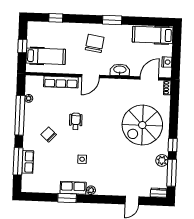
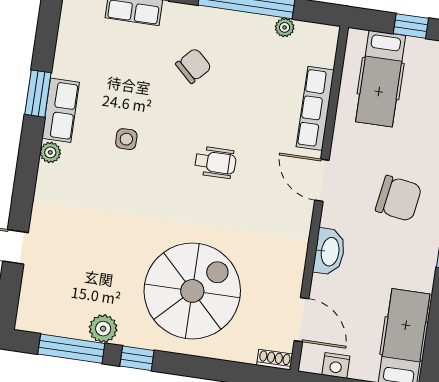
wheelchair: (76, 121) -> (215, 162), moved
spiral stairs: (142, 125) -> (192, 291), turned 90
dresser: (159, 193) -> (27, 313), removed

